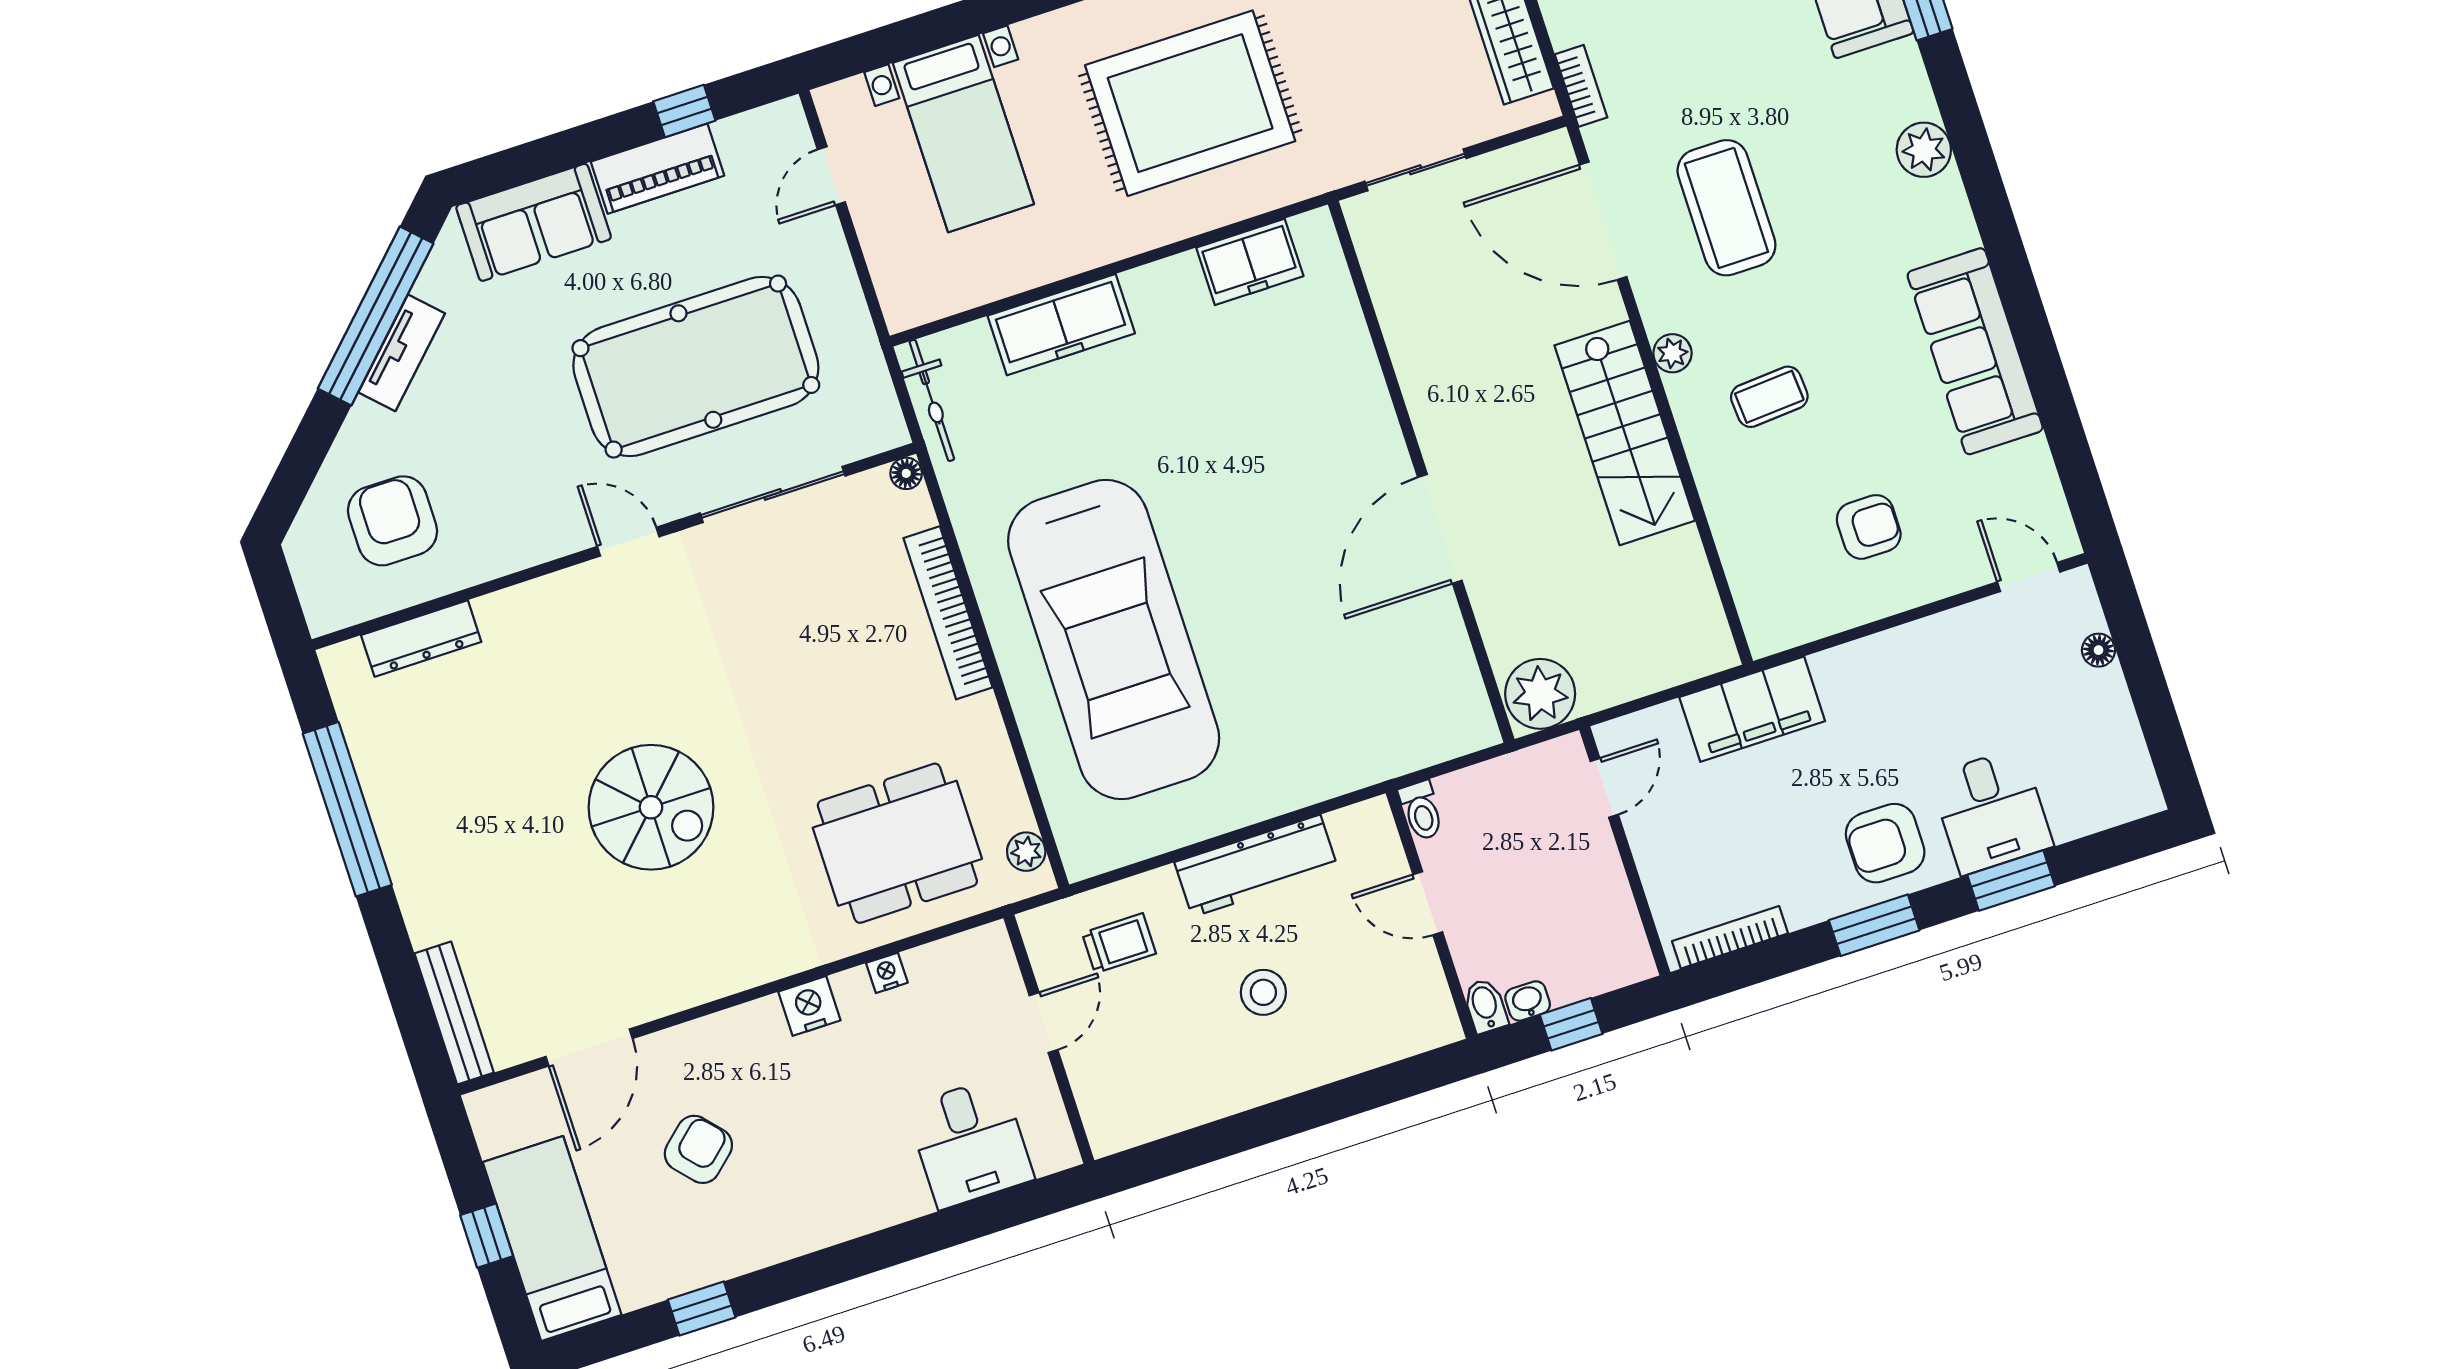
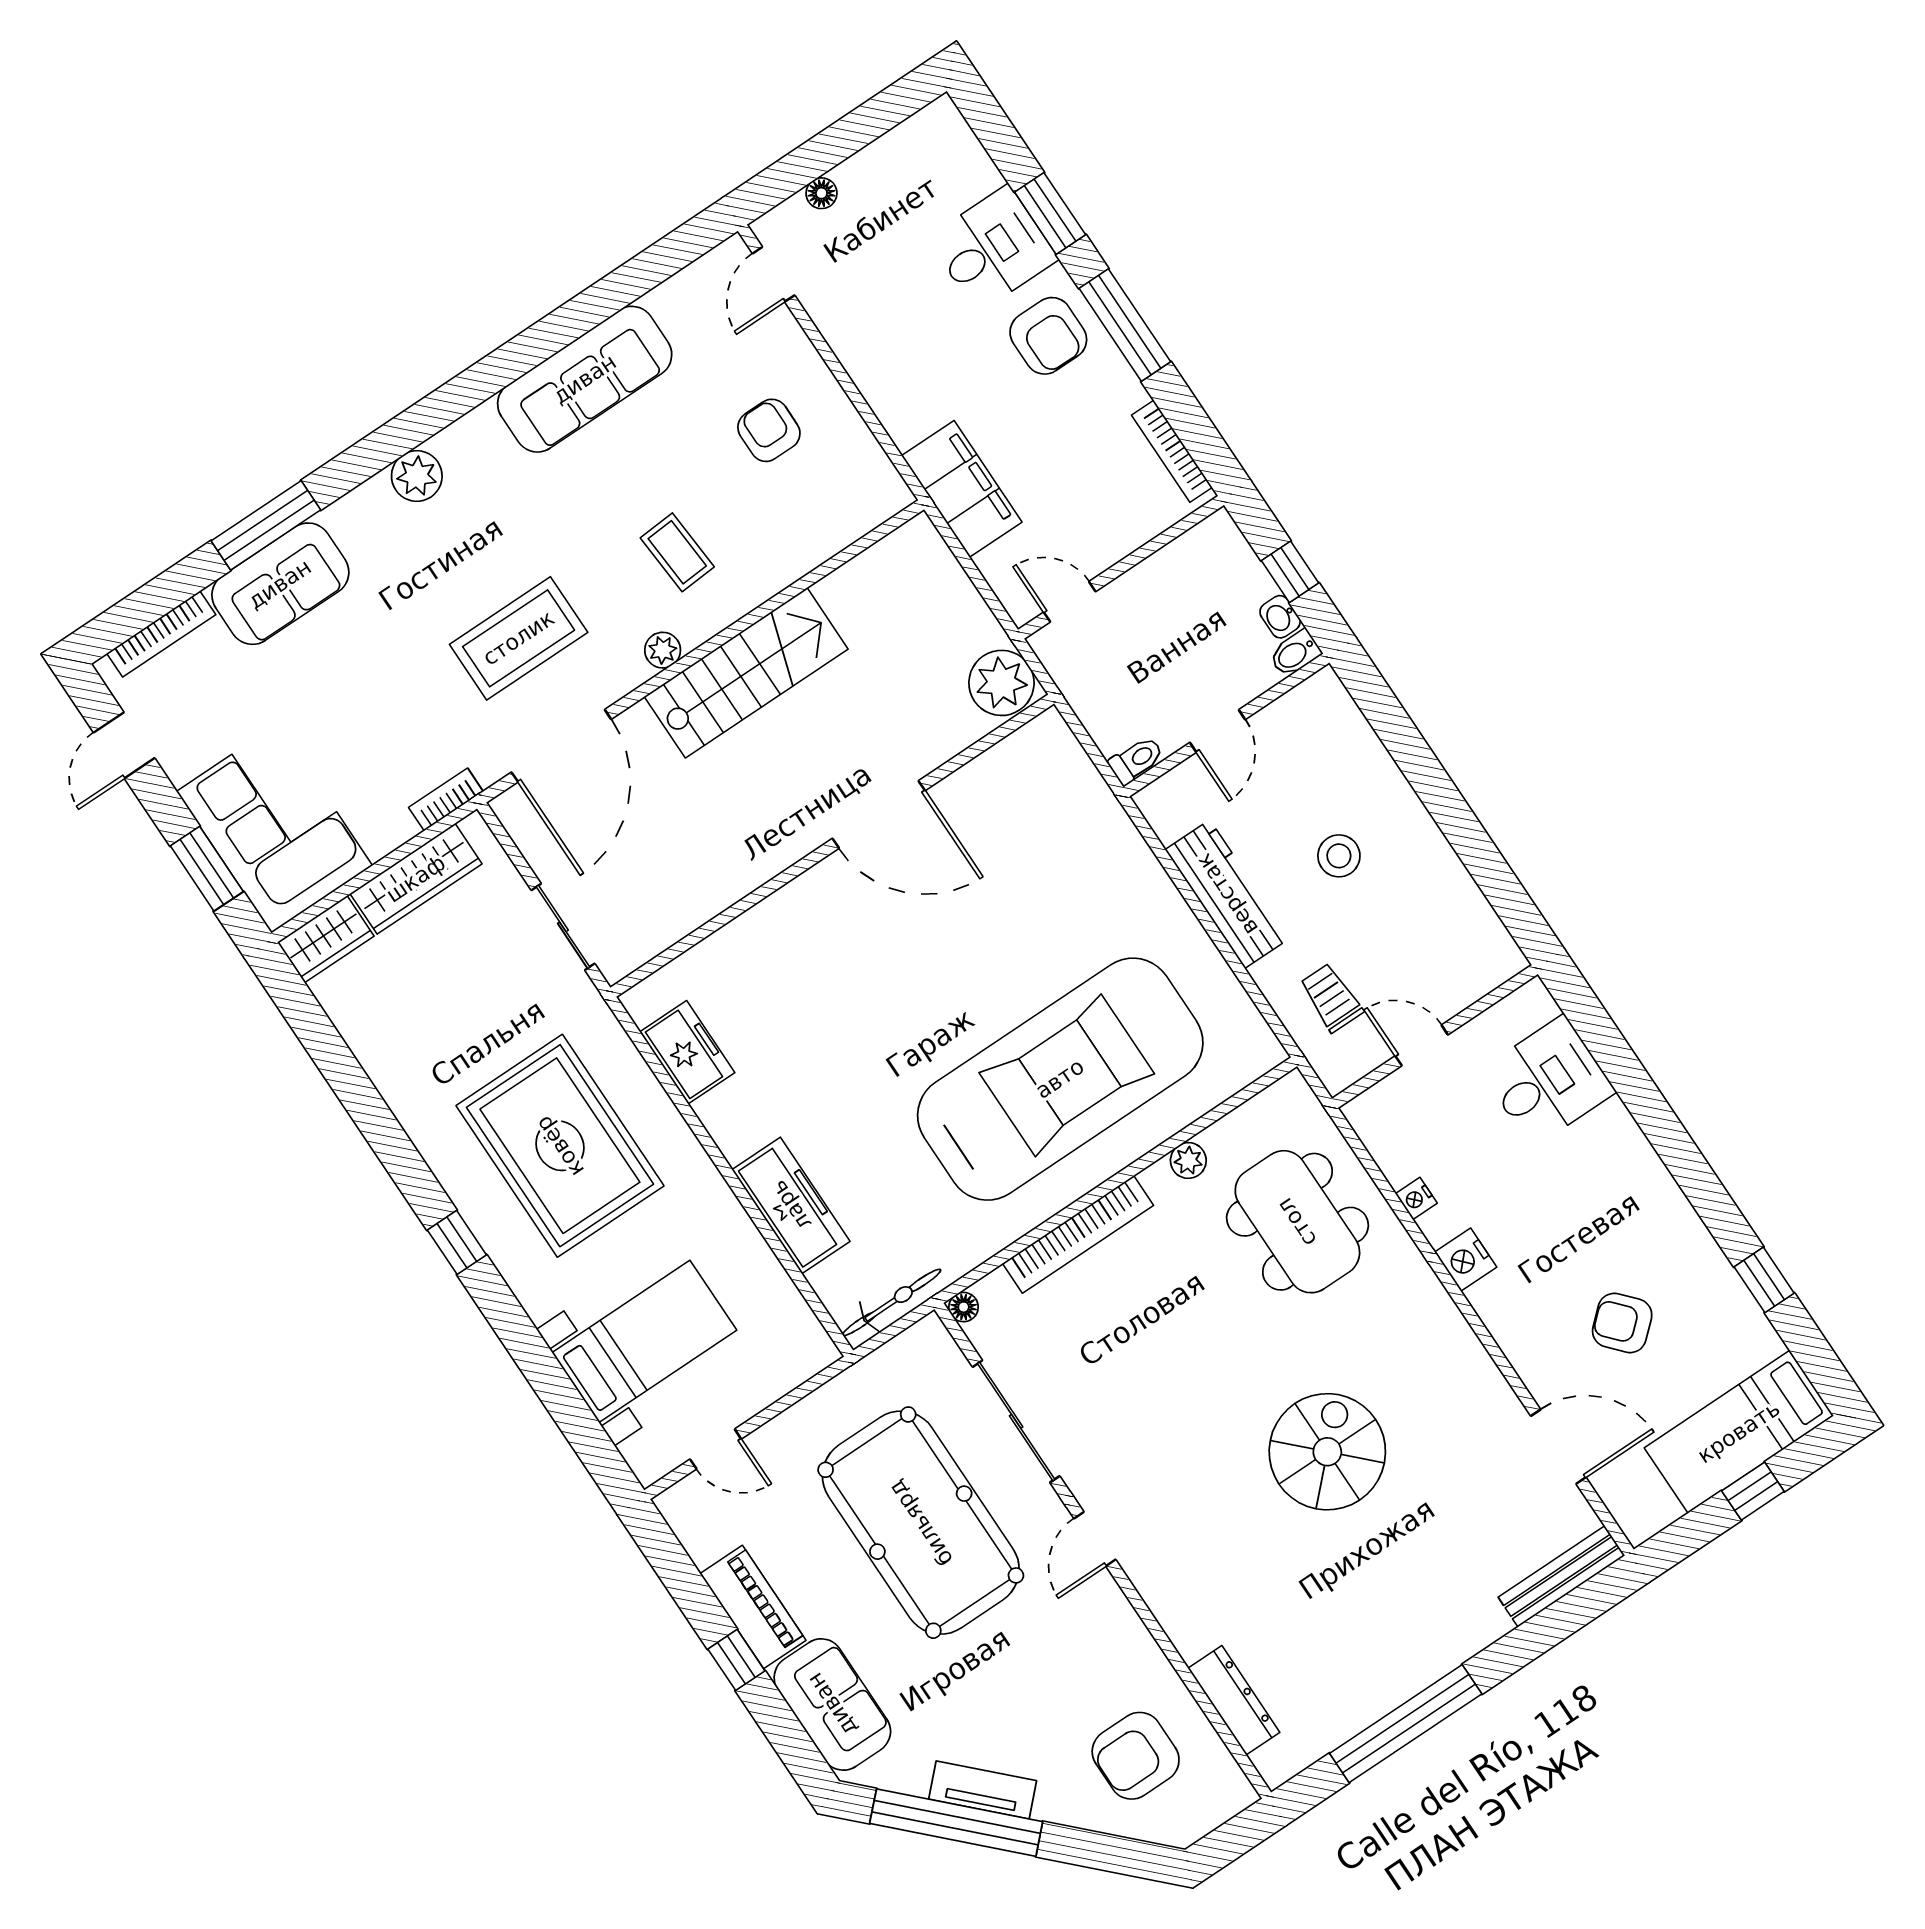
window: (684, 111) -> (736, 1660), moved
plant: (1026, 852) -> (1188, 1160), moved
window: (1874, 925) -> (1125, 325), width x1.44

